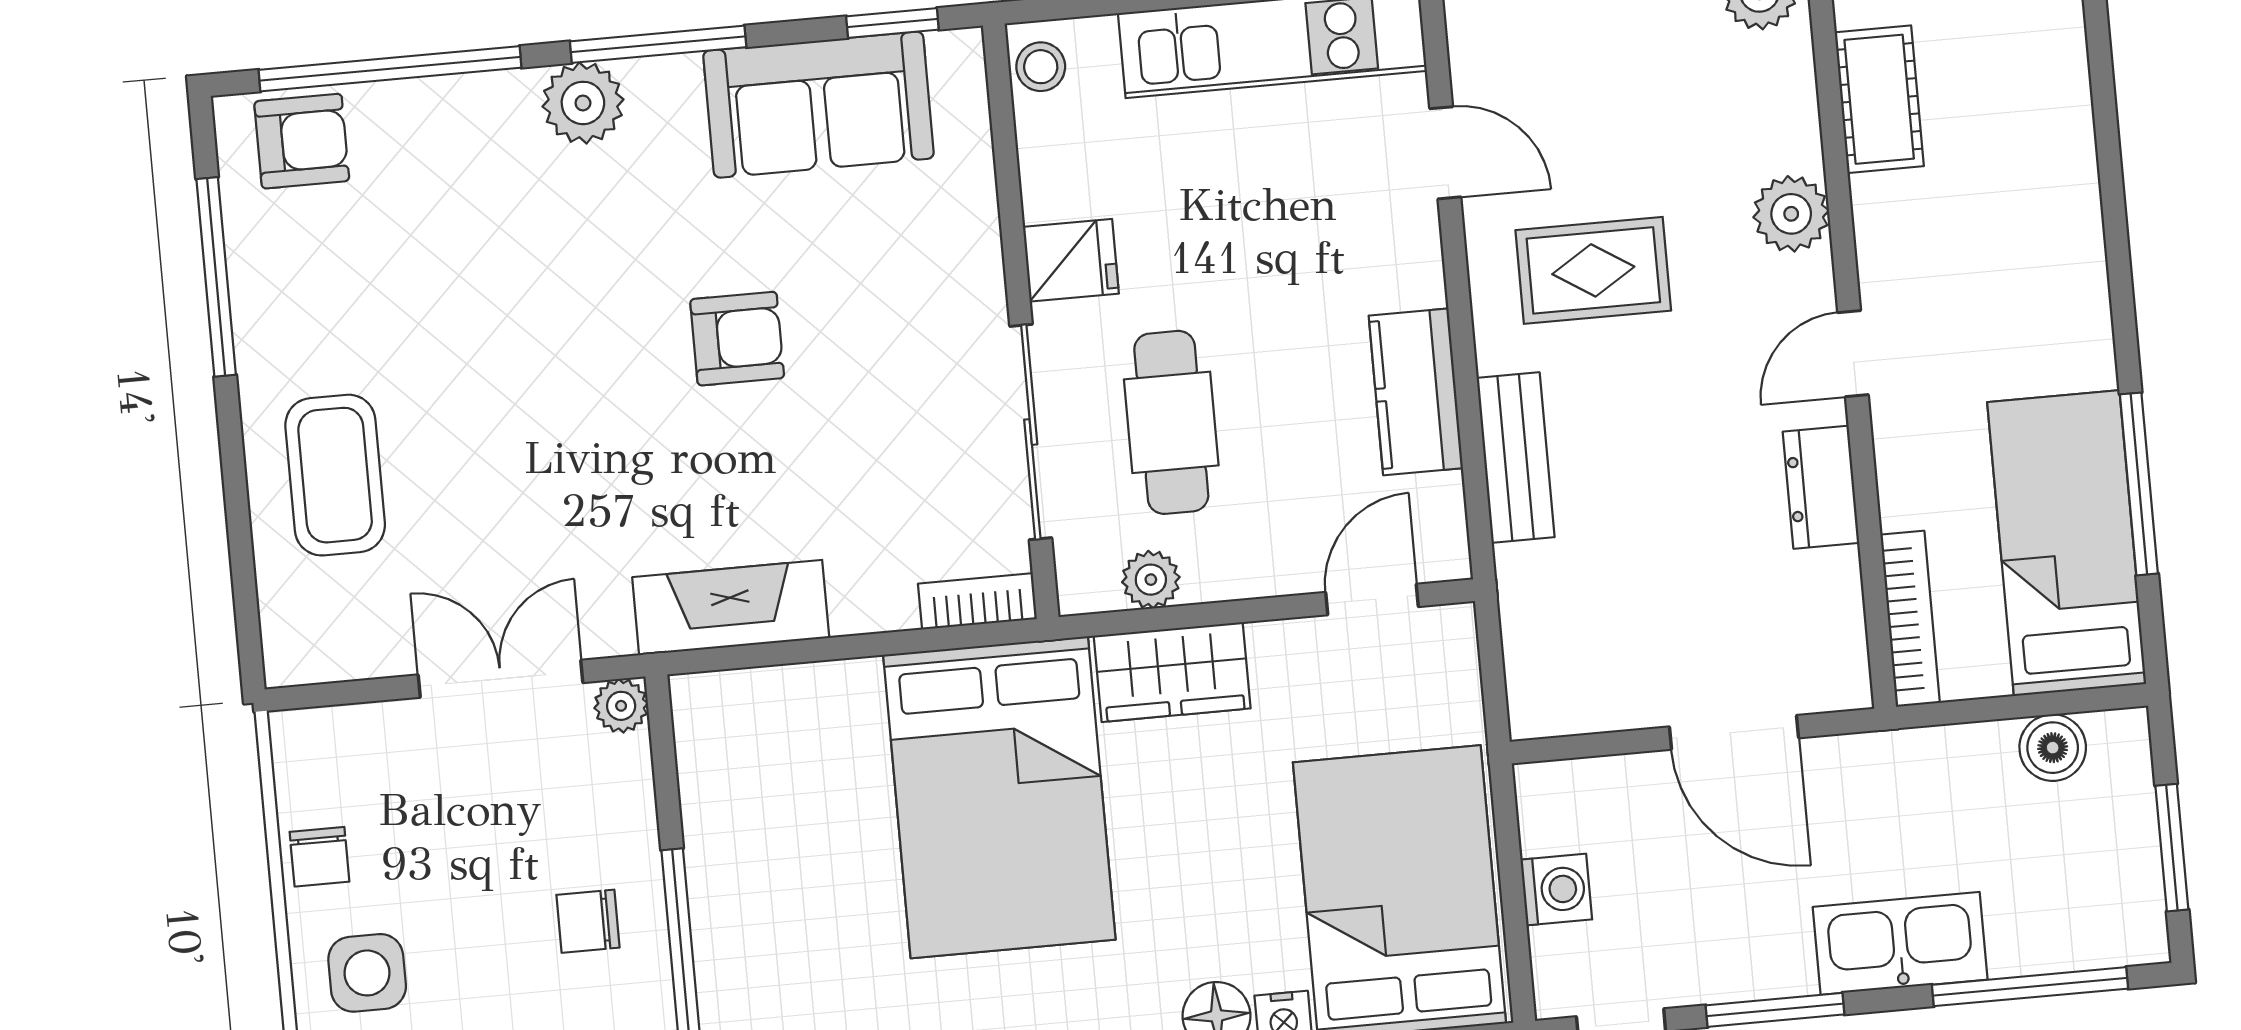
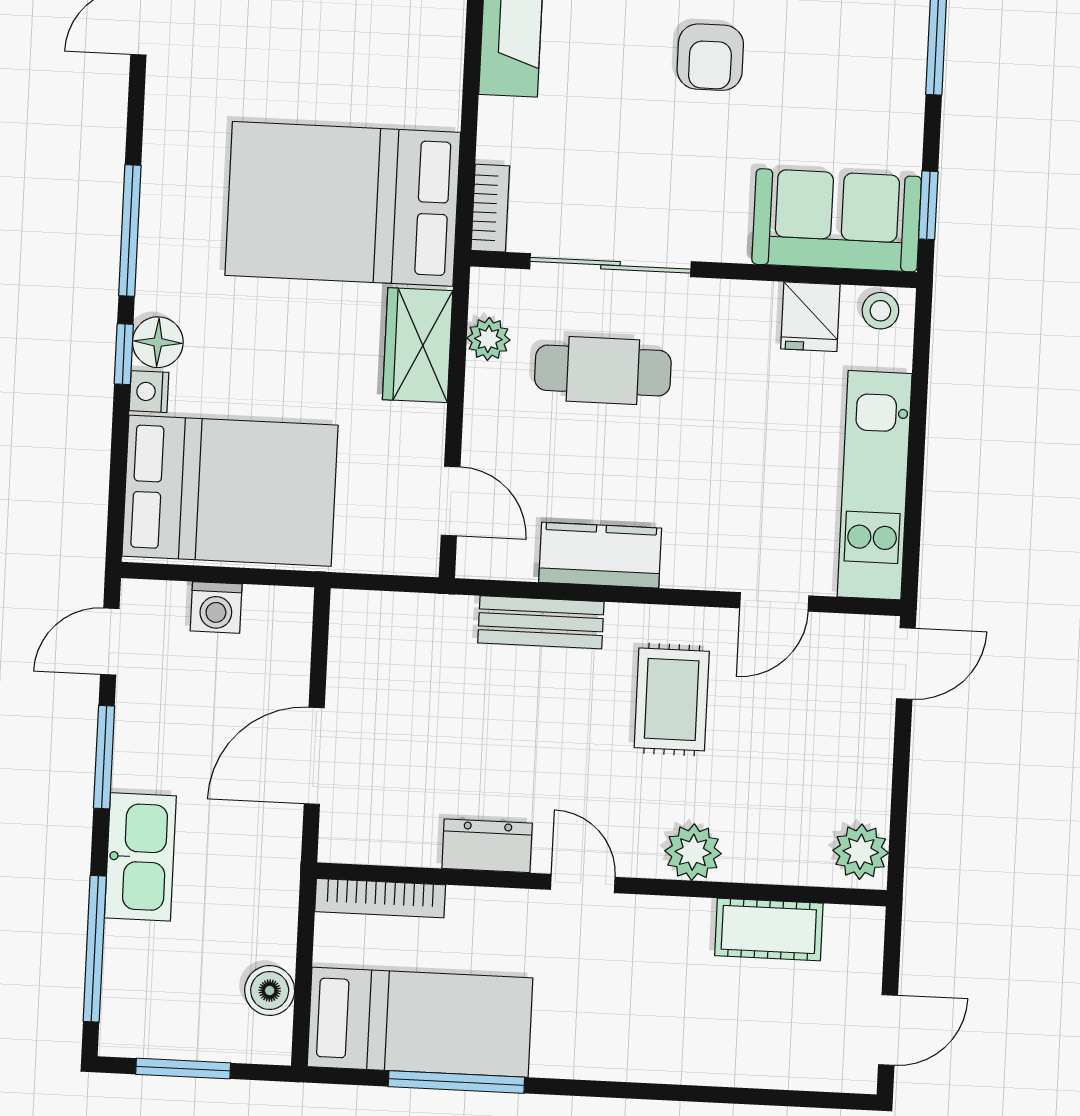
sofa: (819, 105) -> (837, 220), moved, turned 90
fridge: (1071, 260) -> (810, 317), moved

